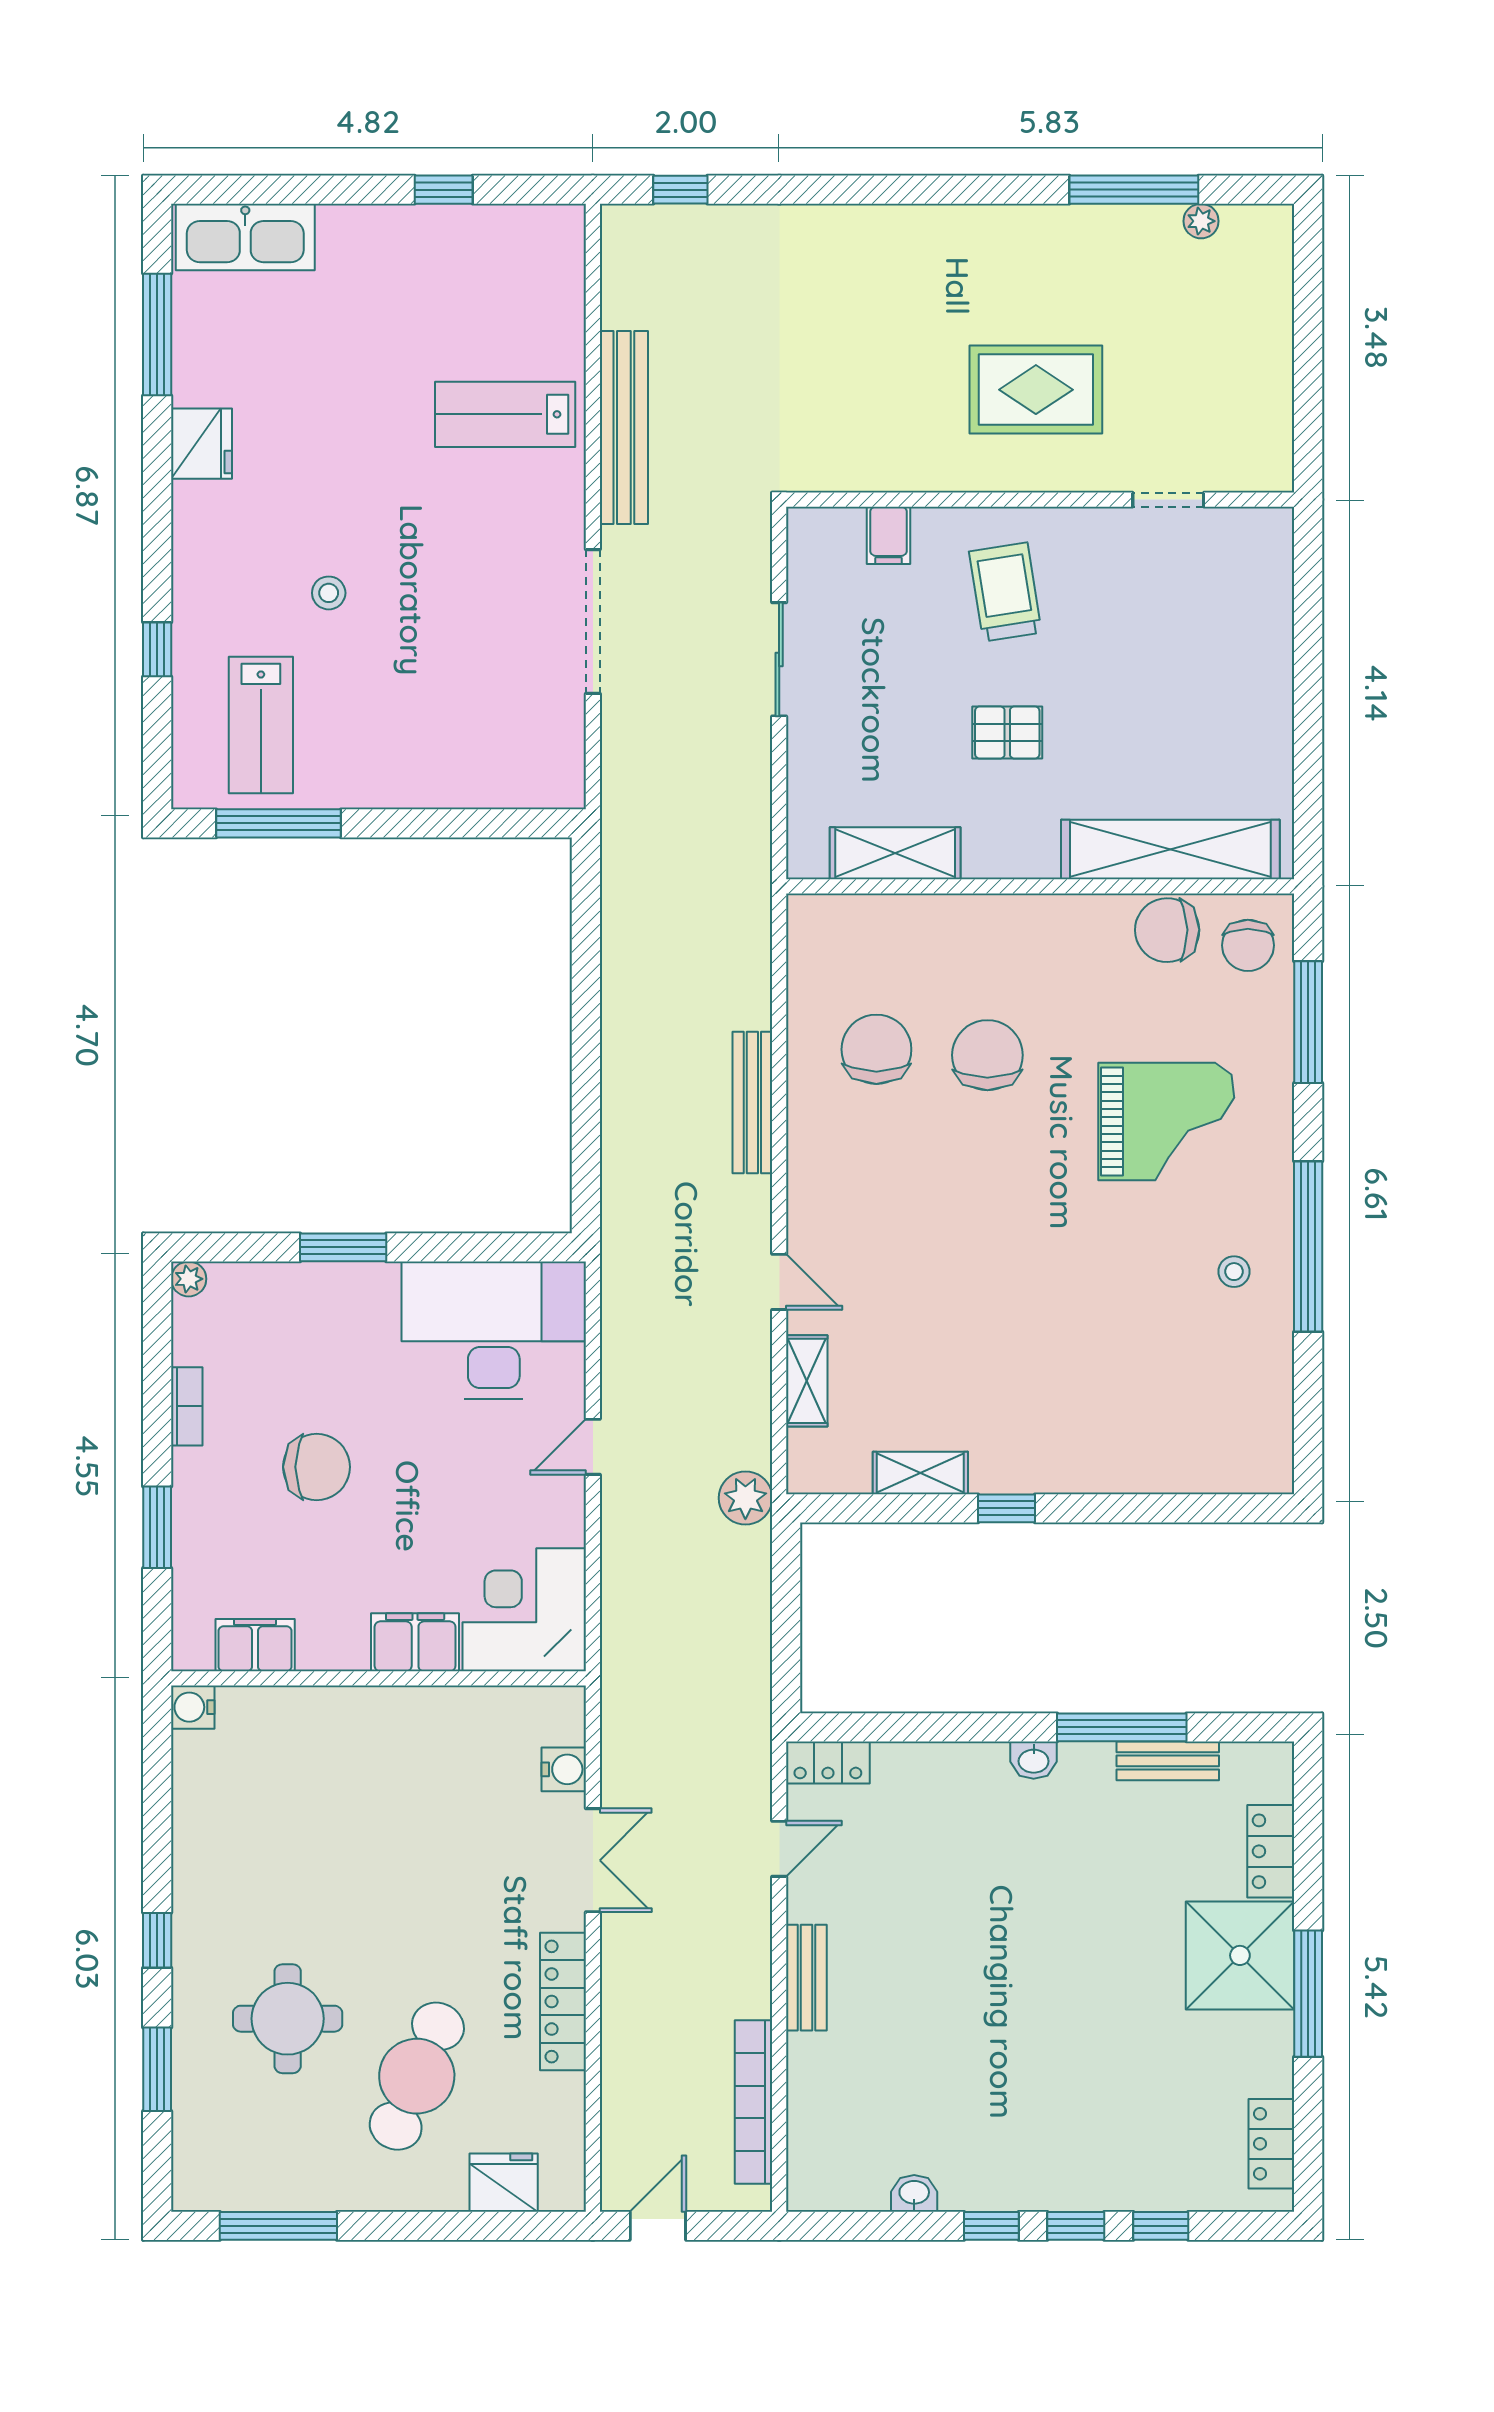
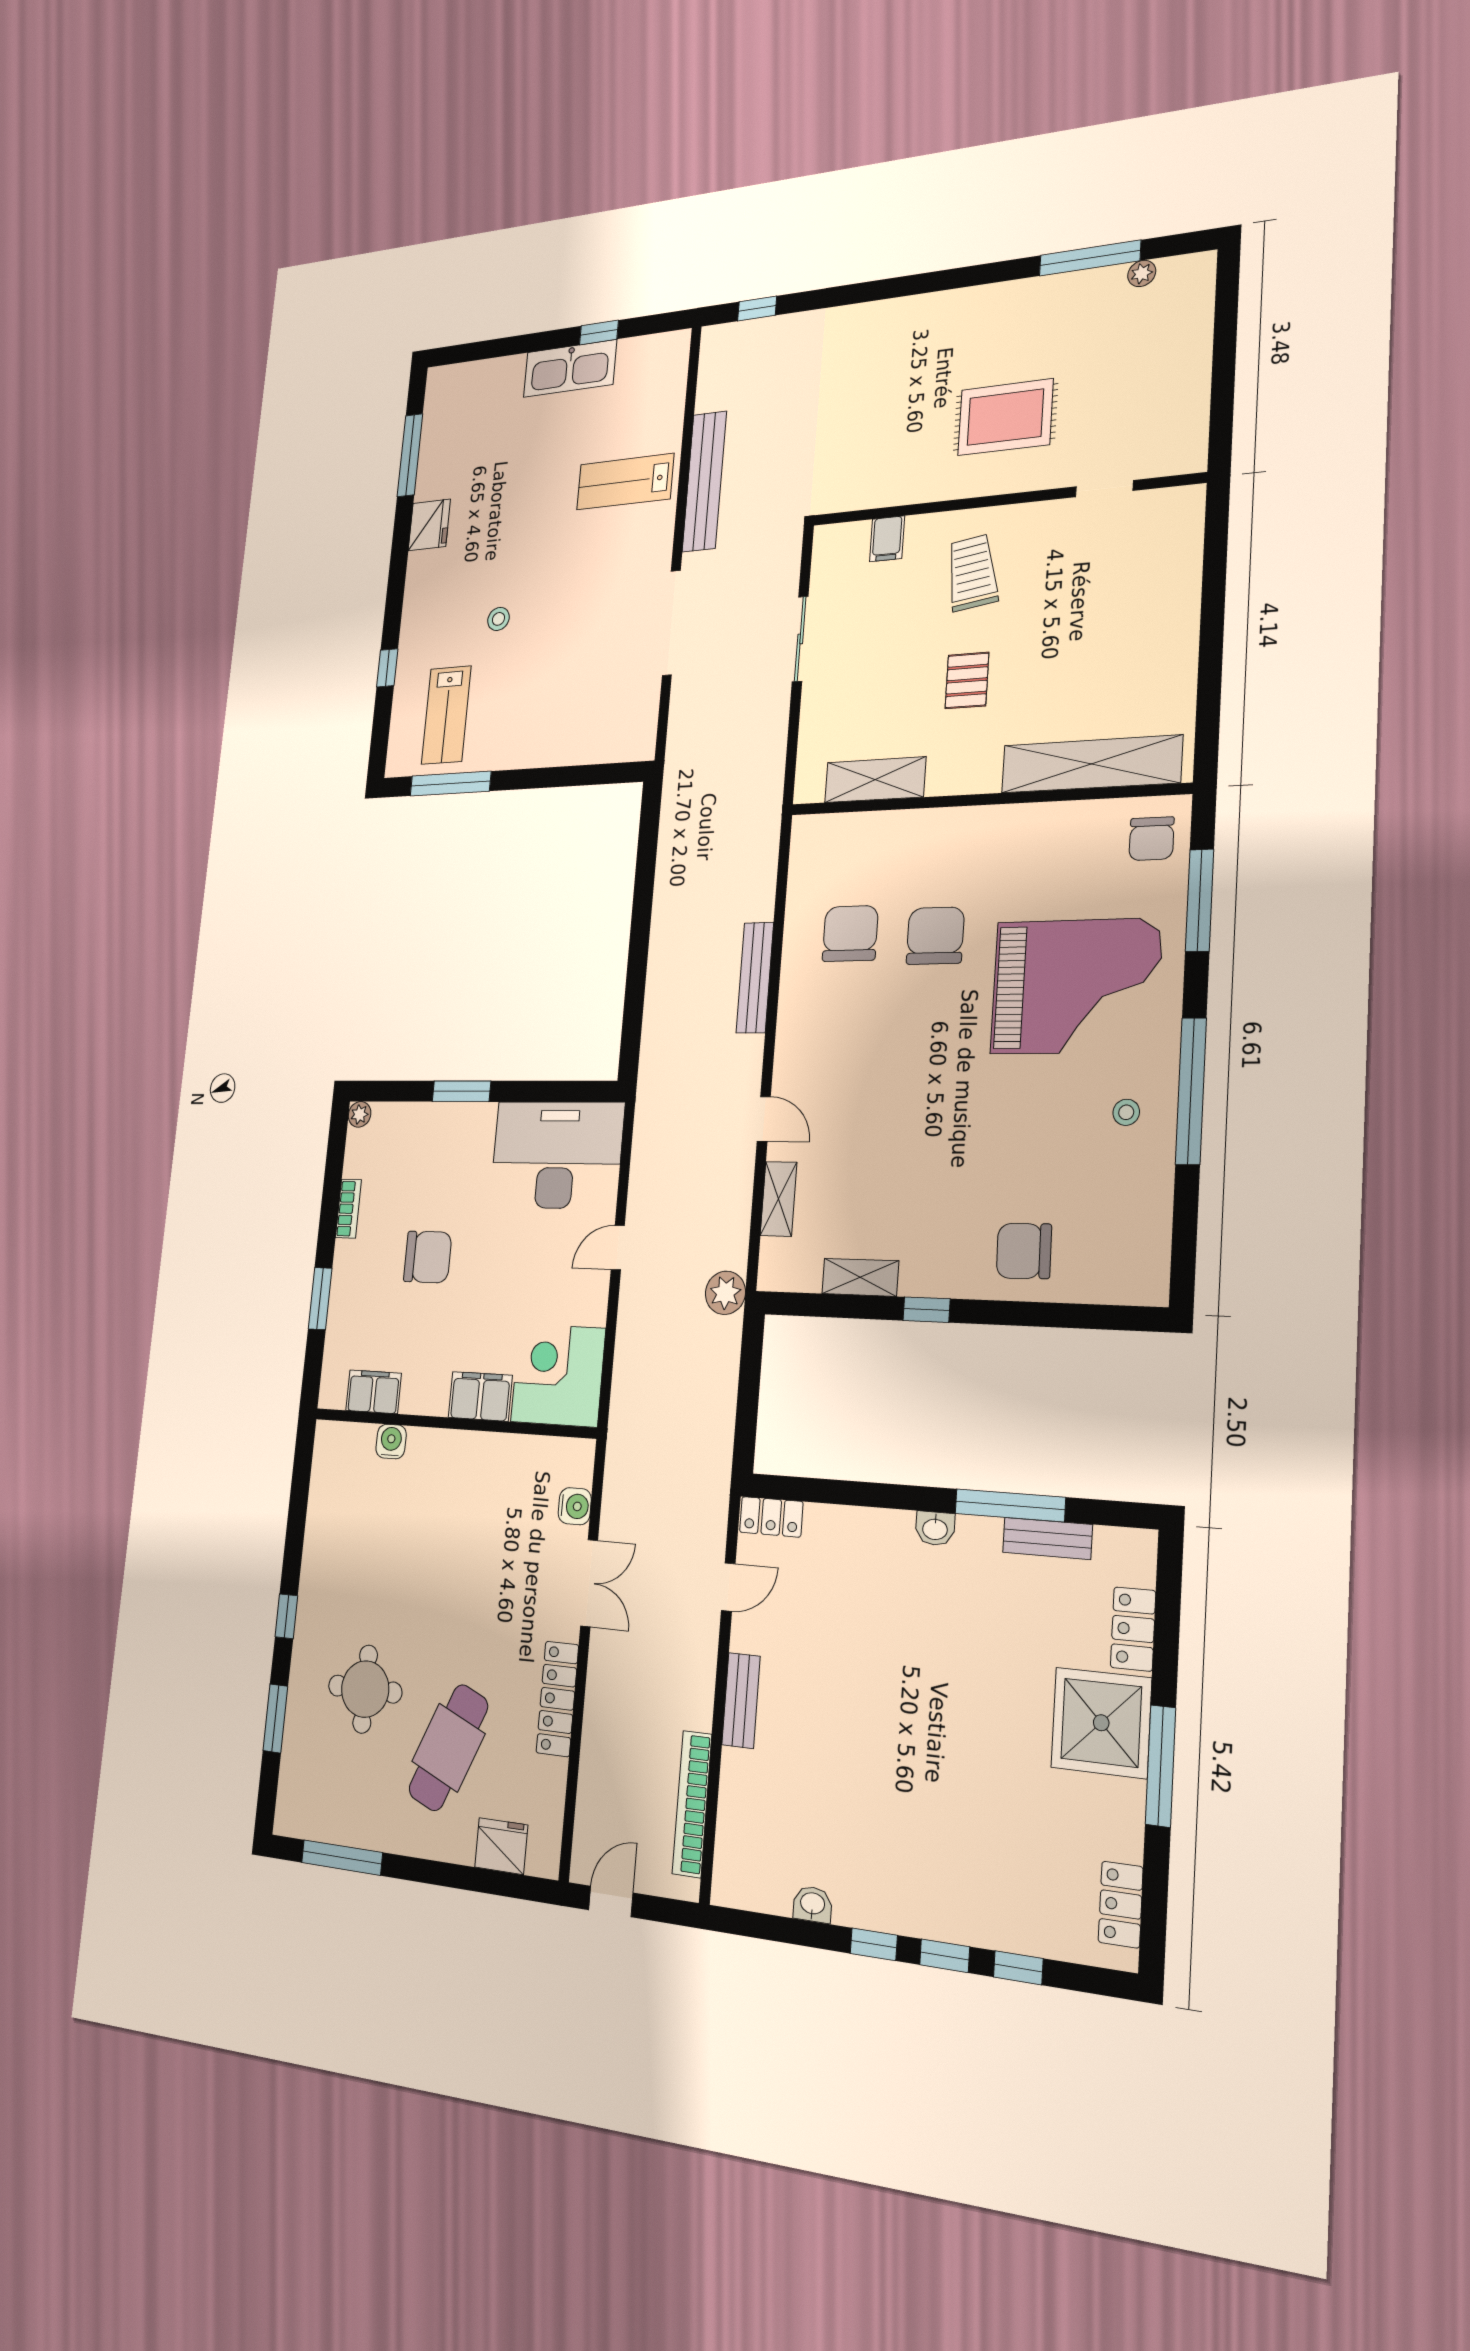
kitchen sink: (245, 237) -> (570, 368), moved
pallet: (1007, 732) -> (967, 680), turned 90
chair: (1167, 930) -> (1024, 1251), moved
grand piano: (1166, 1121) -> (1076, 986), width x1.37, depth x1.48
water cooler: (193, 1707) -> (391, 1441), moved, turned 90

